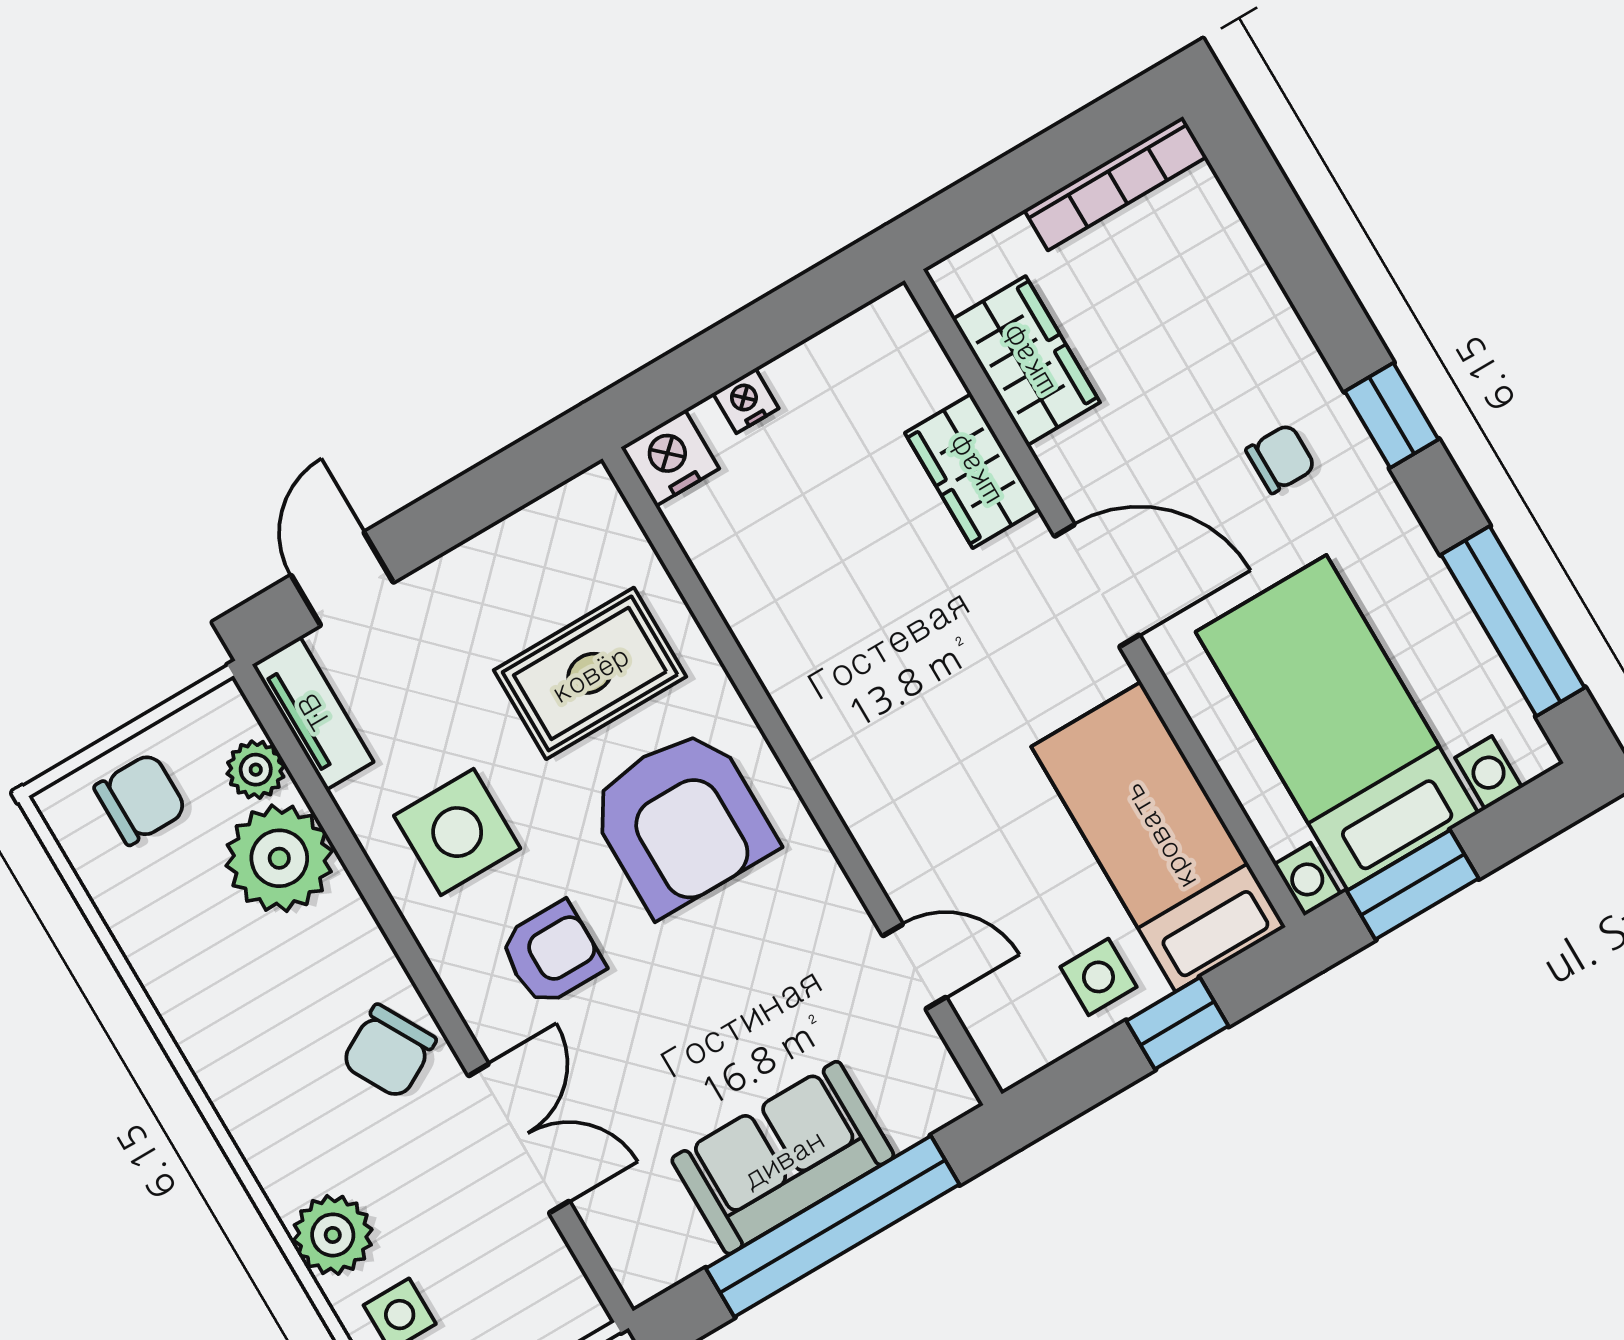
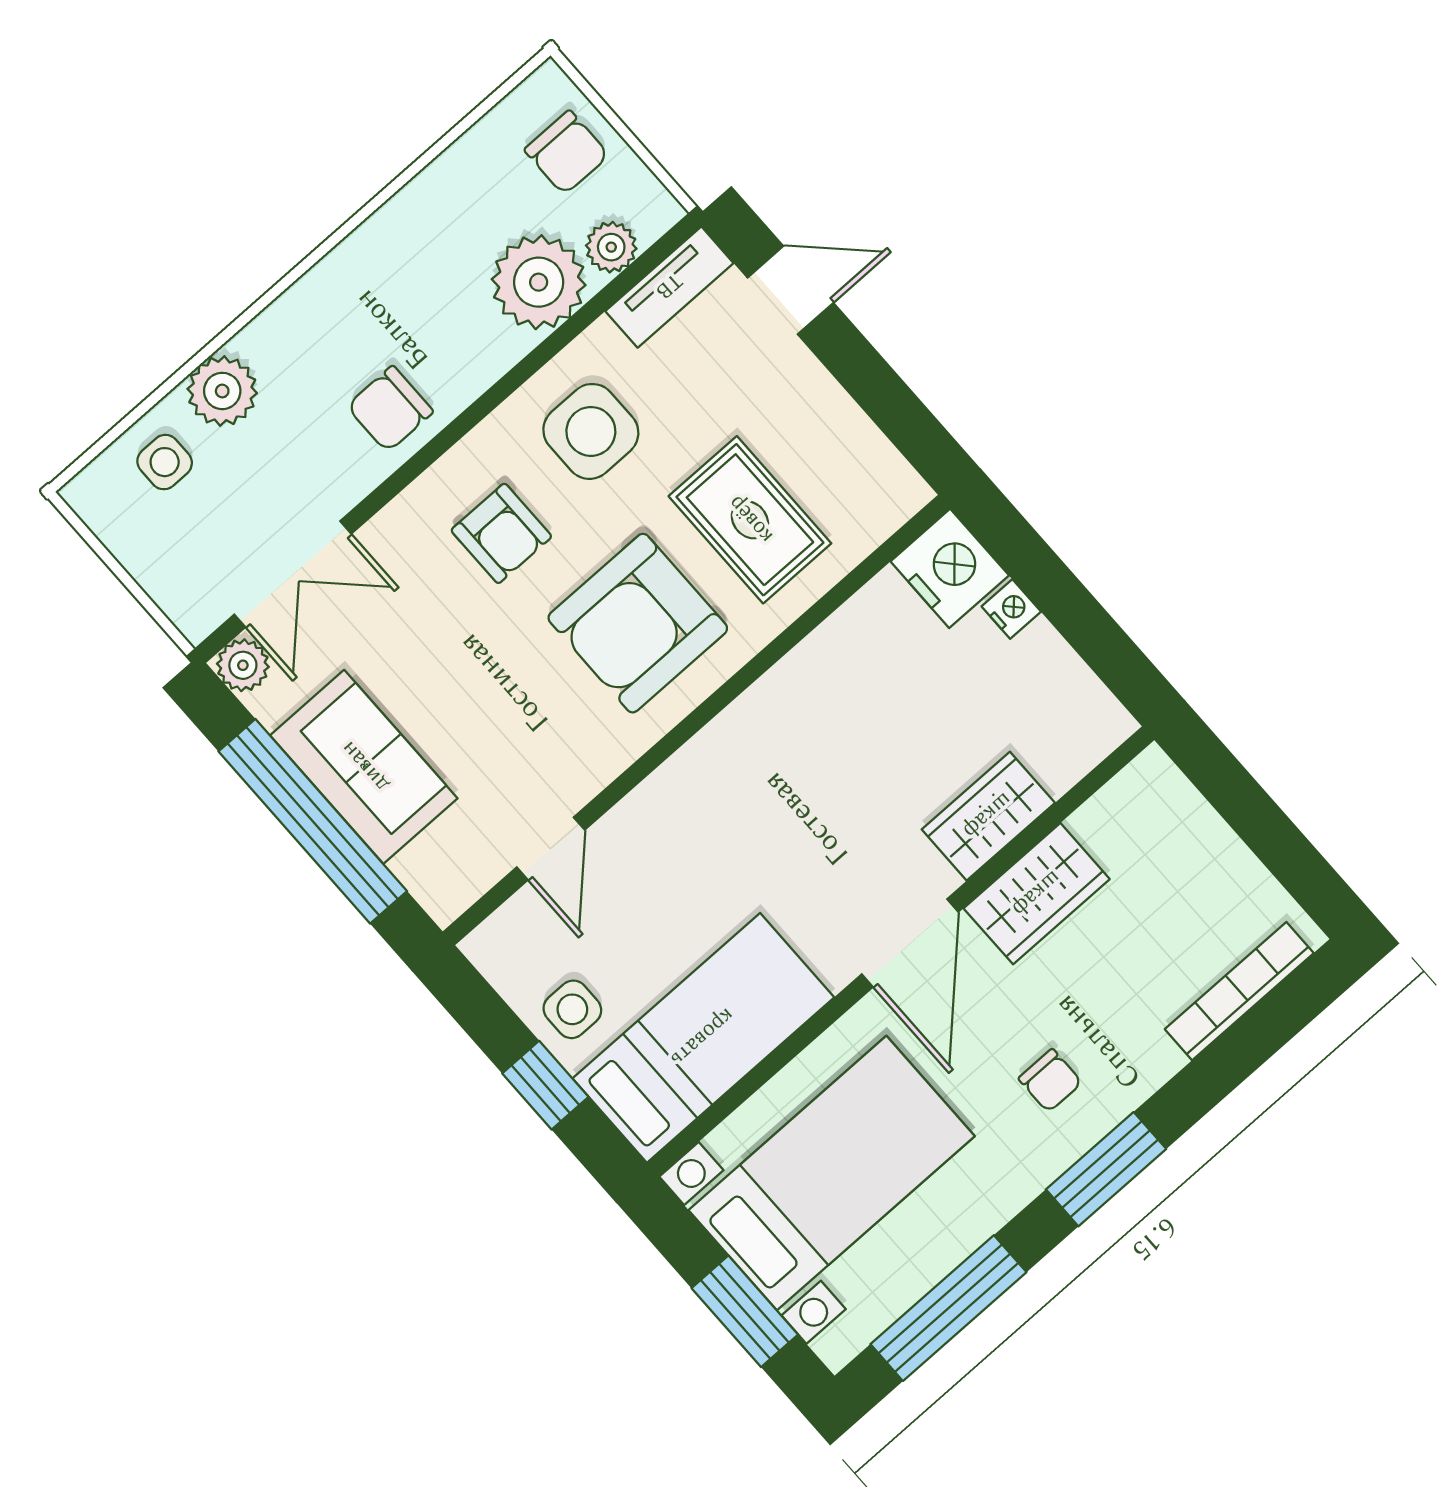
bookcase: (1115, 183) -> (1239, 991), moved, turned 90
wardrobe: (1026, 361) -> (1037, 894), moved
window: (1392, 415) -> (1106, 1169), width x1.50
nightstand: (670, 458) -> (950, 568), width x1.36, depth x1.33
window: (1413, 885) -> (745, 1311), moved
chair: (389, 1052) -> (390, 409), turned -61
double door: (519, 1138) -> (293, 574), moved
plant: (643, 1271) -> (243, 665), added

